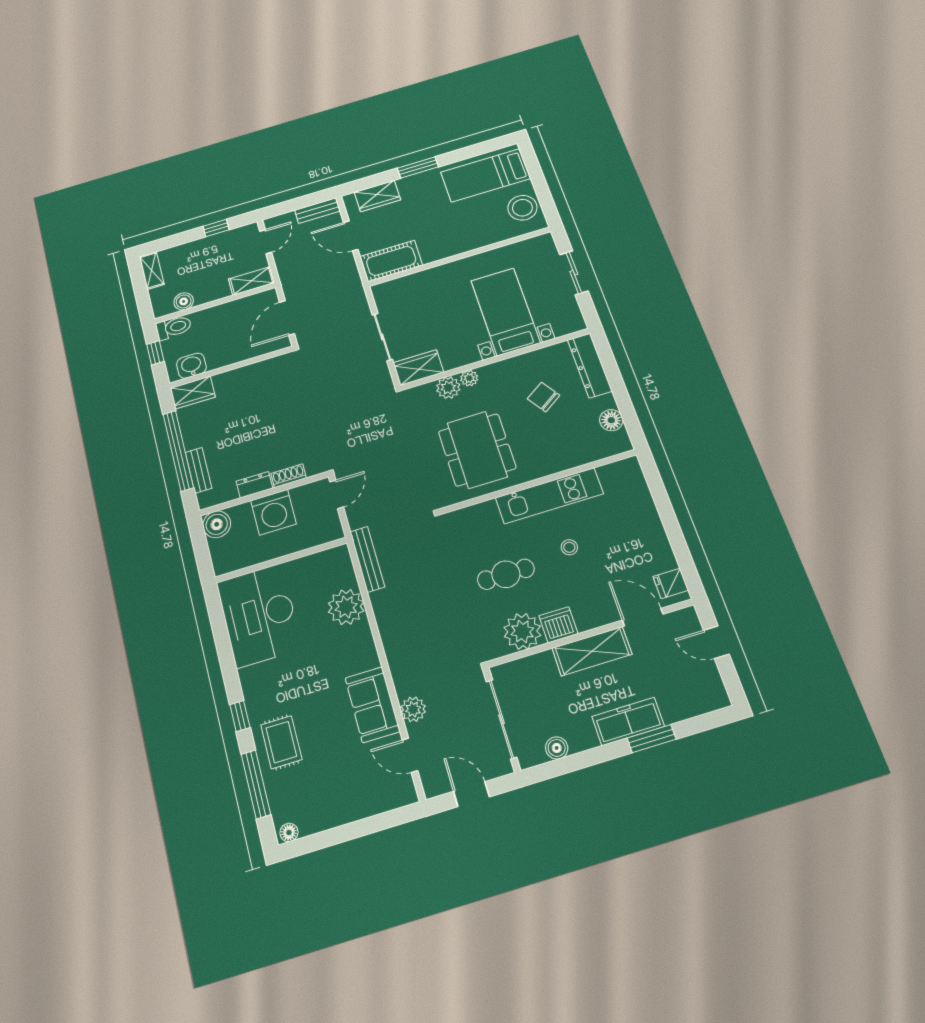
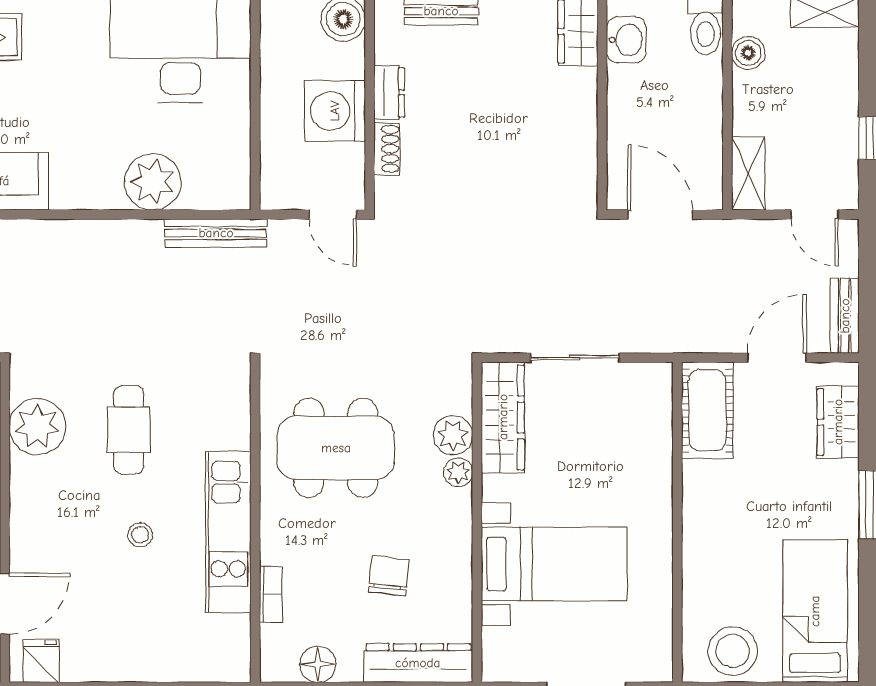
wardrobe: (418, 367) -> (503, 417), width x1.50
chair: (544, 397) -> (389, 576), turned -50
bookcase: (579, 460) -> (271, 594), added
dishwasher: (558, 625) -> (31, 481), removed

